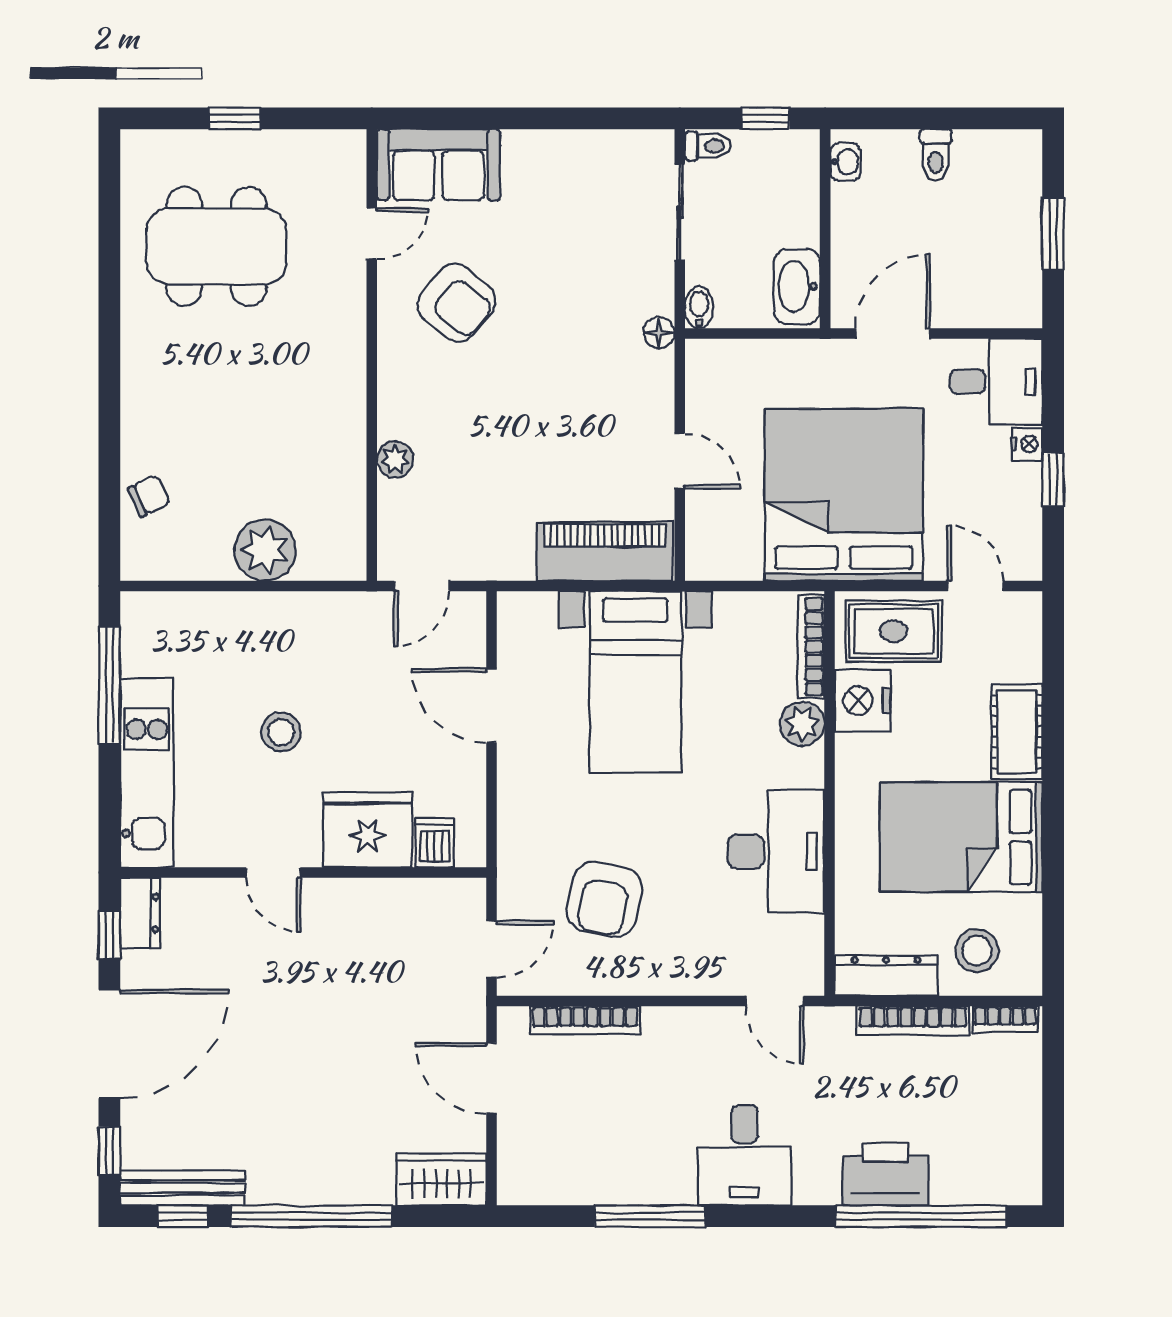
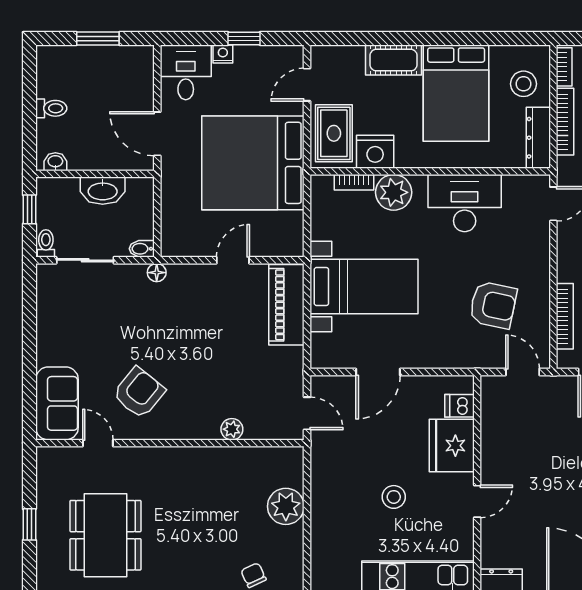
washbasin: (797, 286) -> (103, 191), moved
bookcase: (811, 646) -> (354, 182), width x0.64
plant: (802, 724) -> (394, 192), width x1.36, depth x1.36

